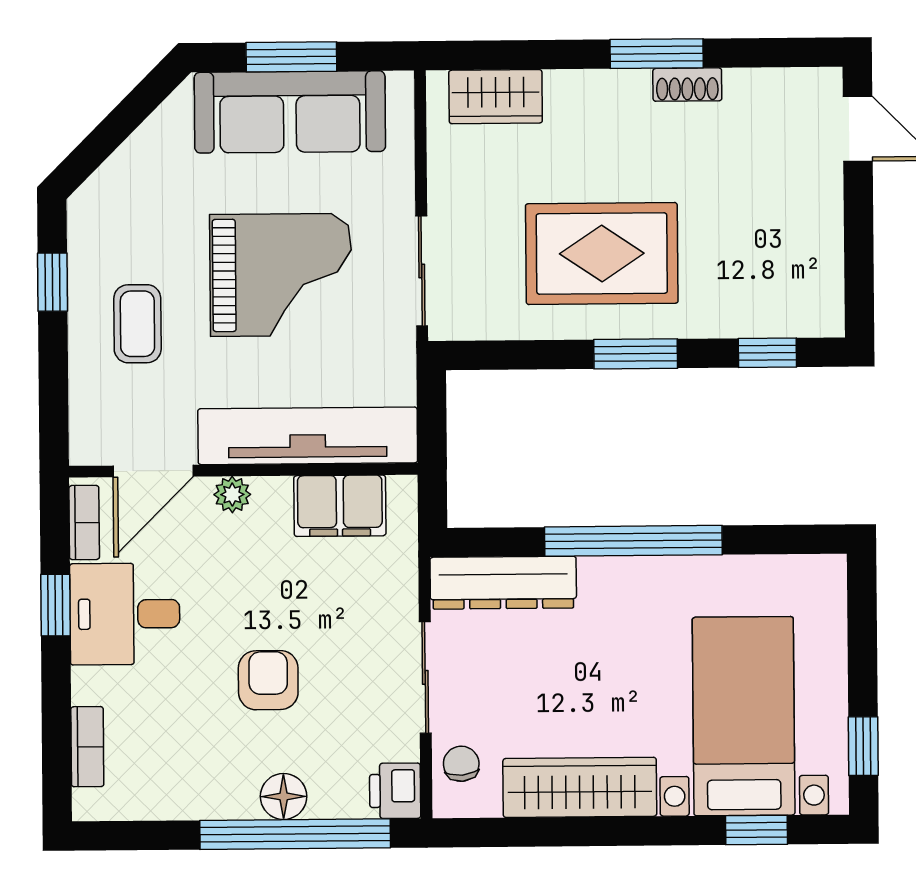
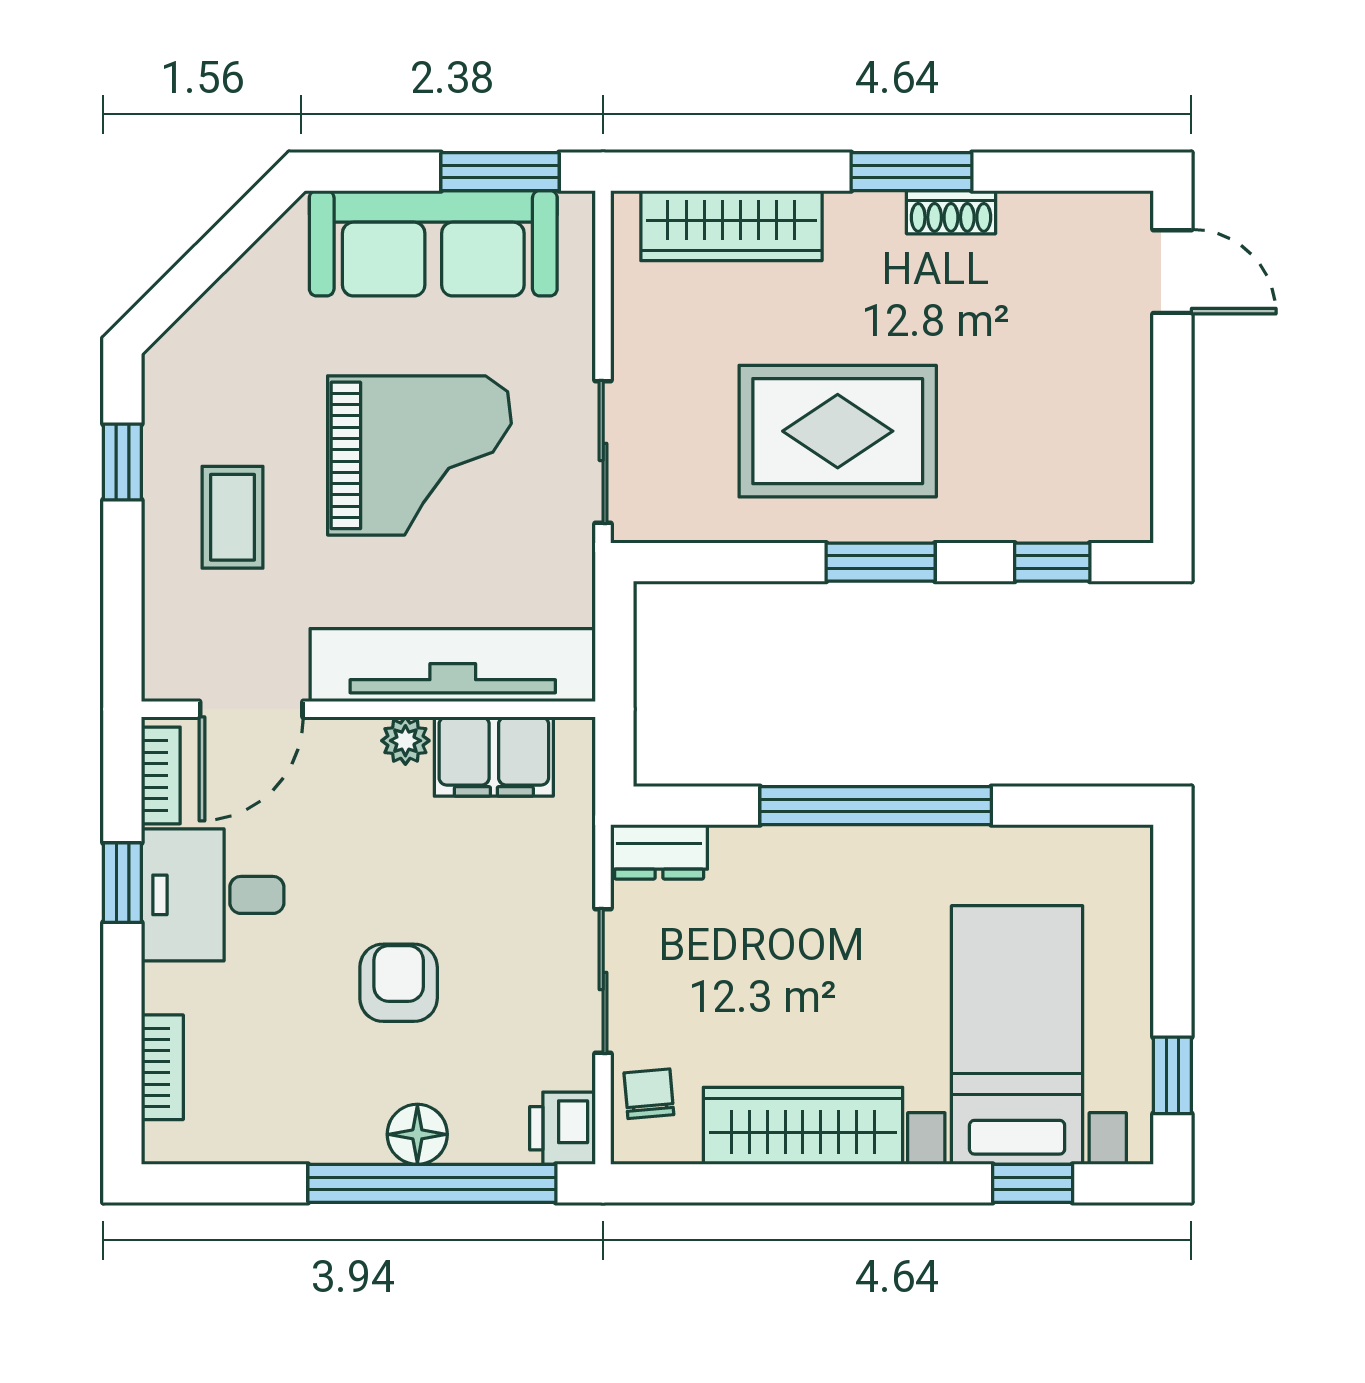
window: (291, 57) -> (500, 172), moved
wardrobe: (496, 97) -> (731, 226), width x1.50
plant: (232, 494) -> (405, 741), moved
dresser: (503, 583) -> (659, 852), width x0.51, depth x0.80

